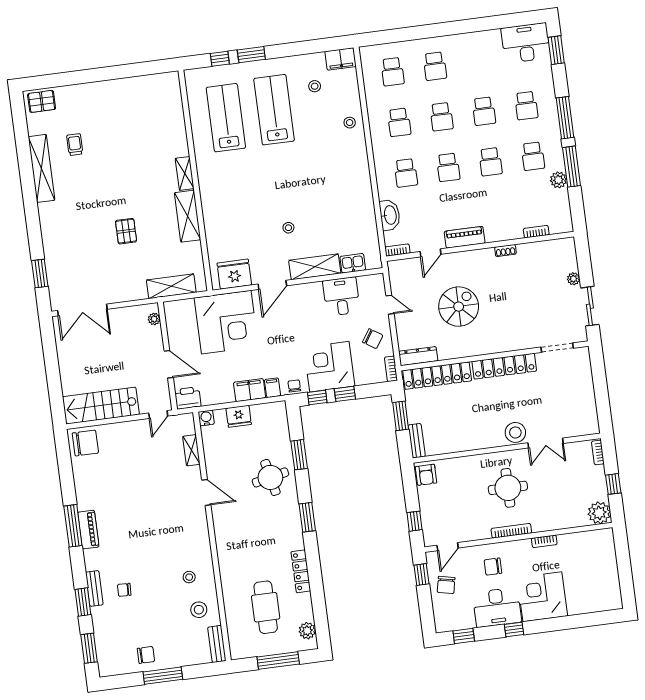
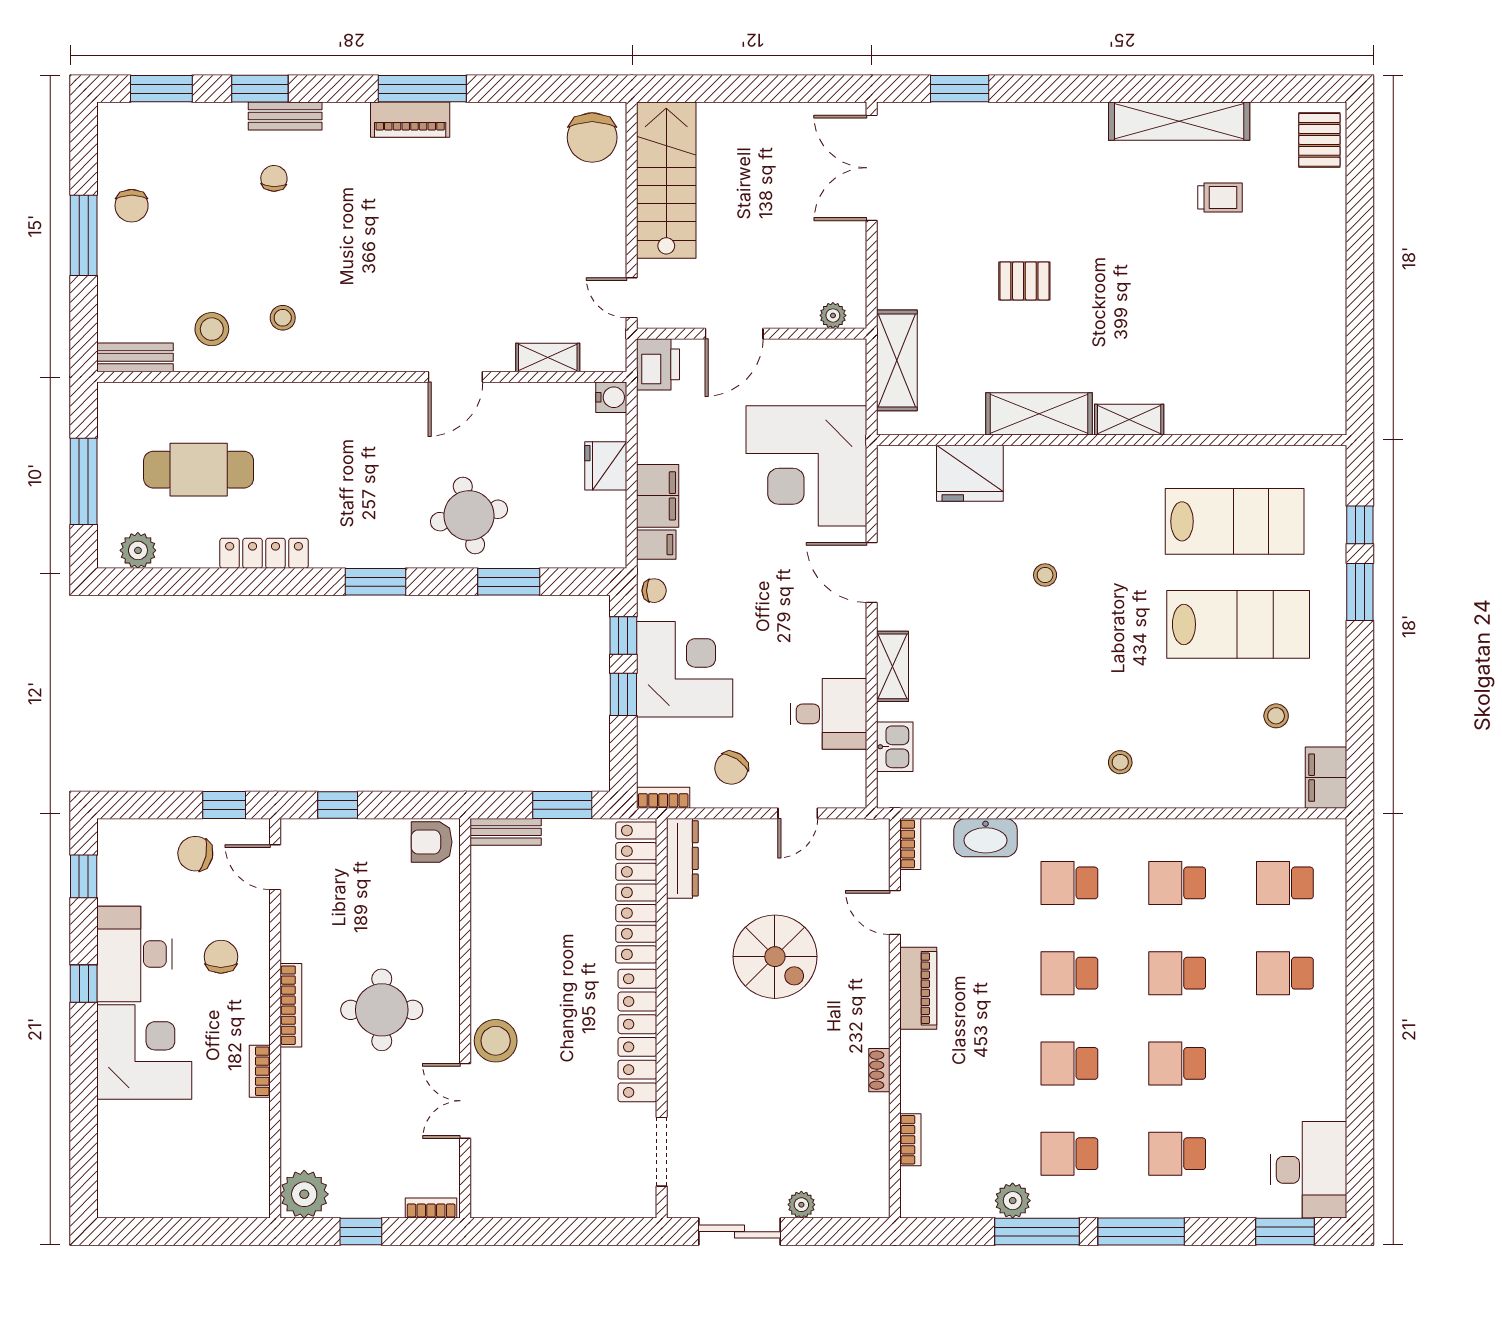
stool: (350, 123) -> (1120, 762), moved
stool: (288, 228) -> (1045, 575), moved
shelving: (315, 267) -> (892, 666), width x0.67, depth x0.75
fridge: (234, 274) -> (970, 473), moved, turned 90

